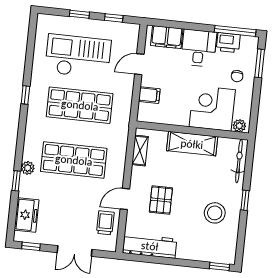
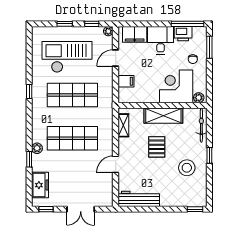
plant: (134, 29) -> (108, 31), added
pallet: (161, 200) -> (157, 147), moved
trolley: (105, 223) -> (102, 185), removed

